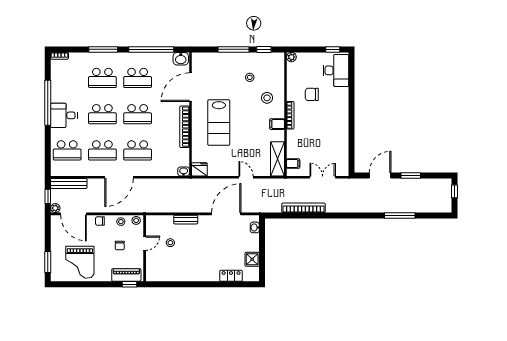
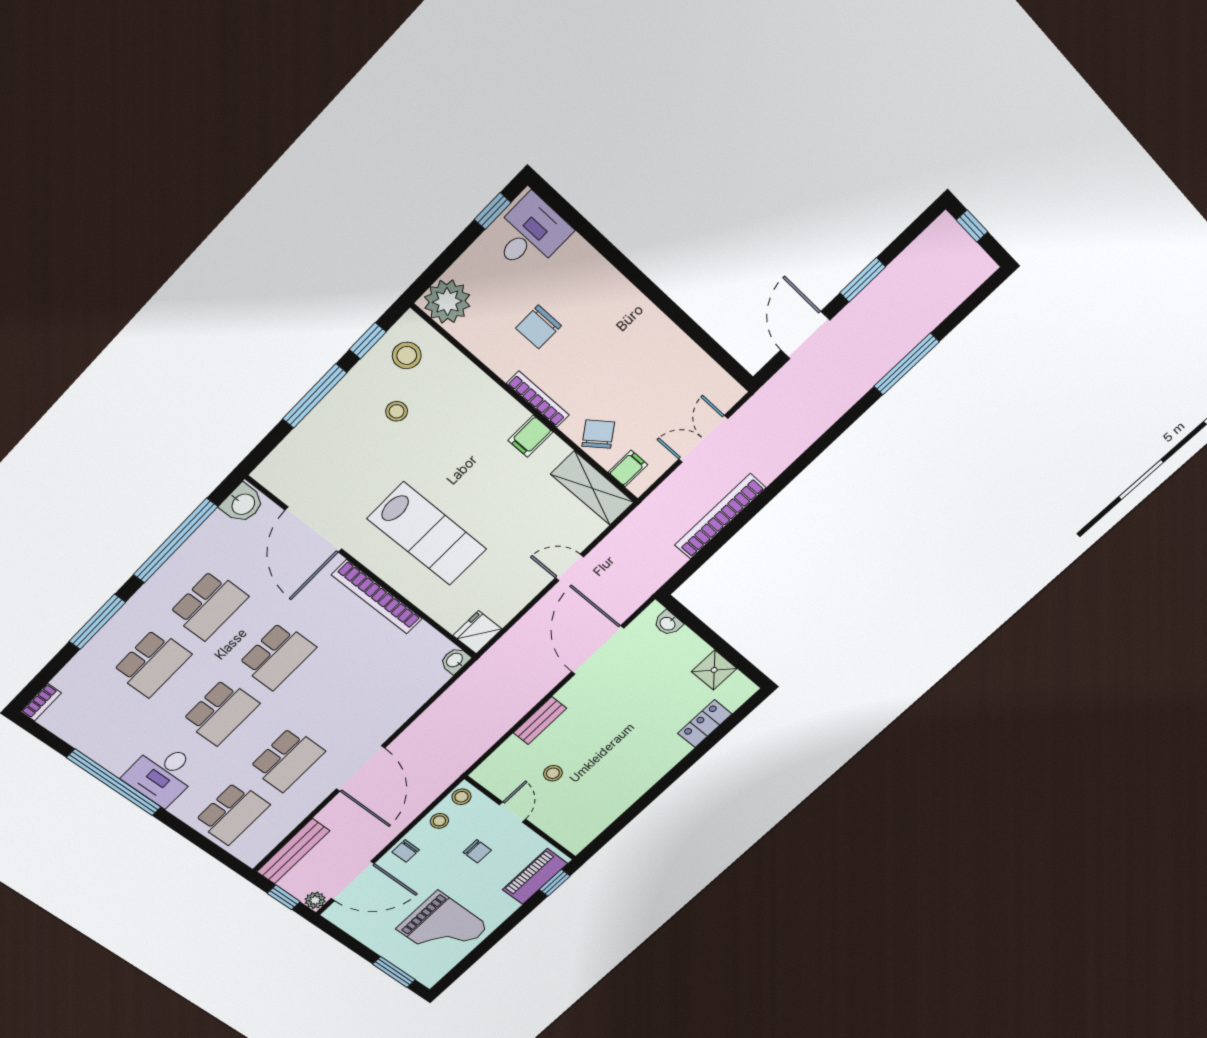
plant: (291, 57) -> (447, 302), width x1.87, depth x1.87
desk: (336, 70) -> (530, 234), width x0.73
stool: (267, 98) -> (407, 355), moved
chair: (296, 144) -> (598, 434), added
school desk: (138, 150) -> (343, 705), removed

